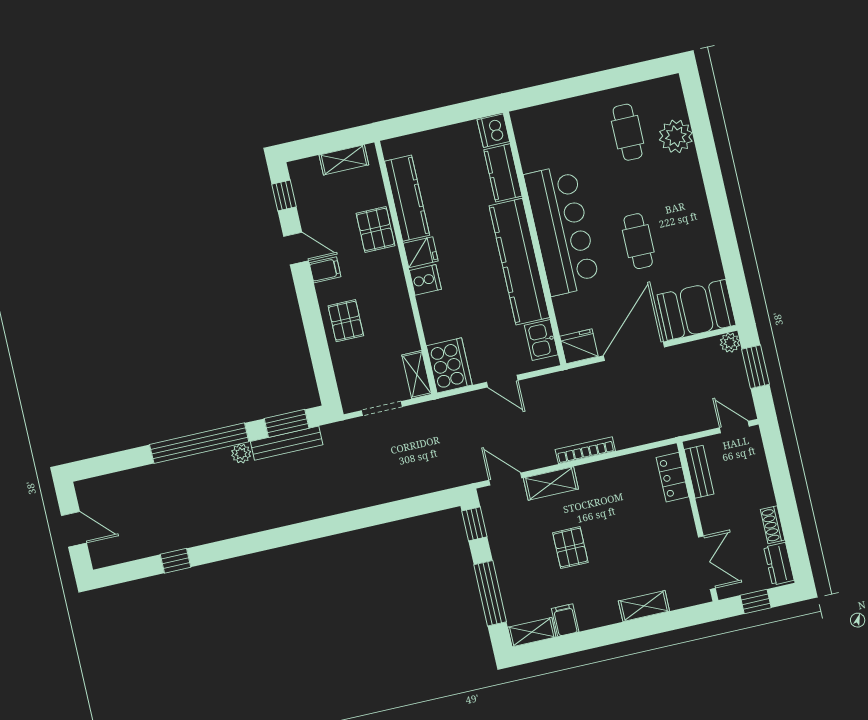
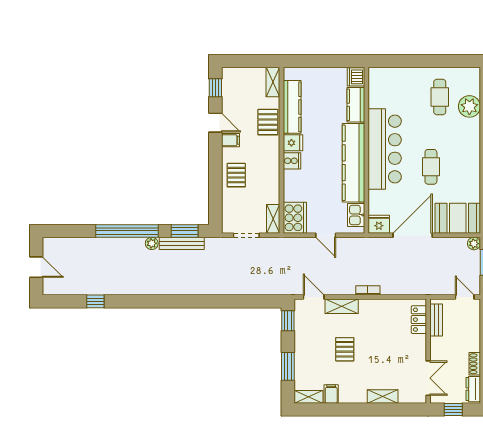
shelving: (344, 160) -> (273, 82), moved, turned 90
bookcase: (585, 450) -> (368, 290), width x0.64
window: (490, 593) -> (288, 366), width x0.69

